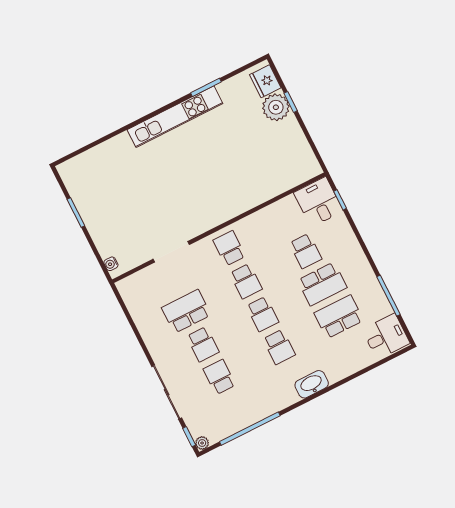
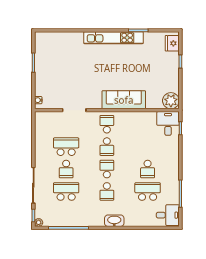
plant: (276, 107) -> (171, 101), moved
sofa: (236, 200) -> (124, 100), added
school desk: (306, 251) -> (148, 147), removed
school desk: (322, 284) -> (148, 169), width x0.54
school desk: (262, 314) -> (107, 169), turned 180
school desk: (219, 377) -> (66, 191), width x1.85

